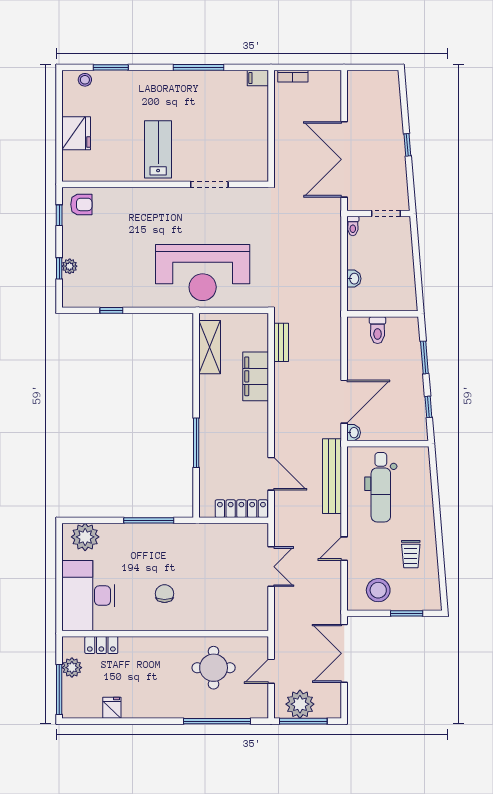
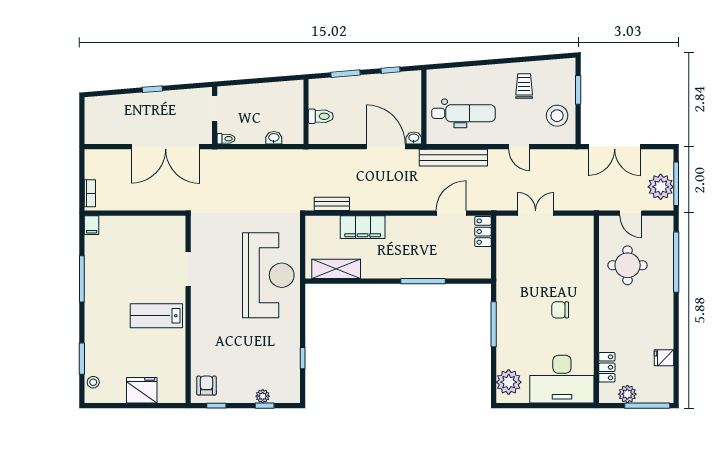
locker: (241, 509) -> (483, 232), width x0.66
trolley: (411, 554) -> (524, 86), turned -90

